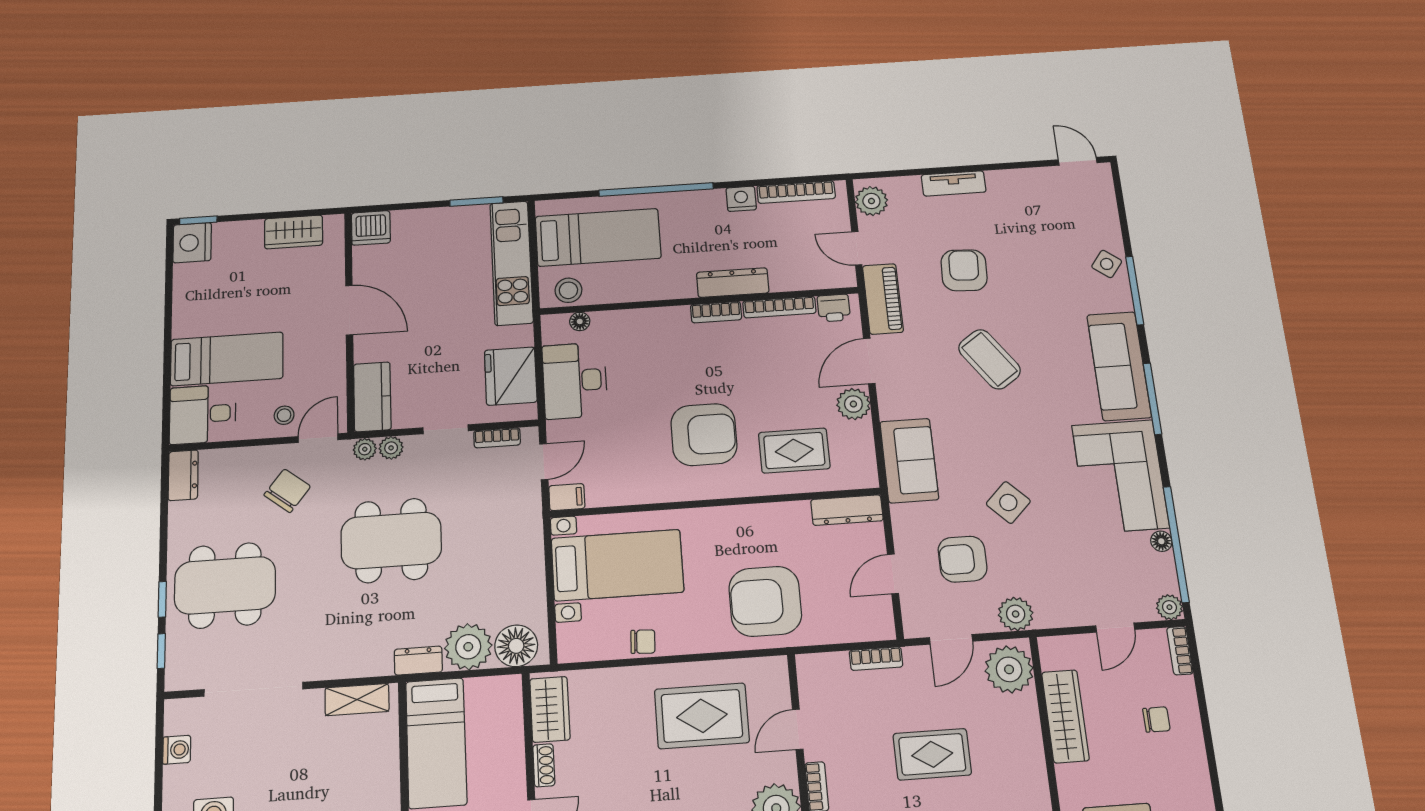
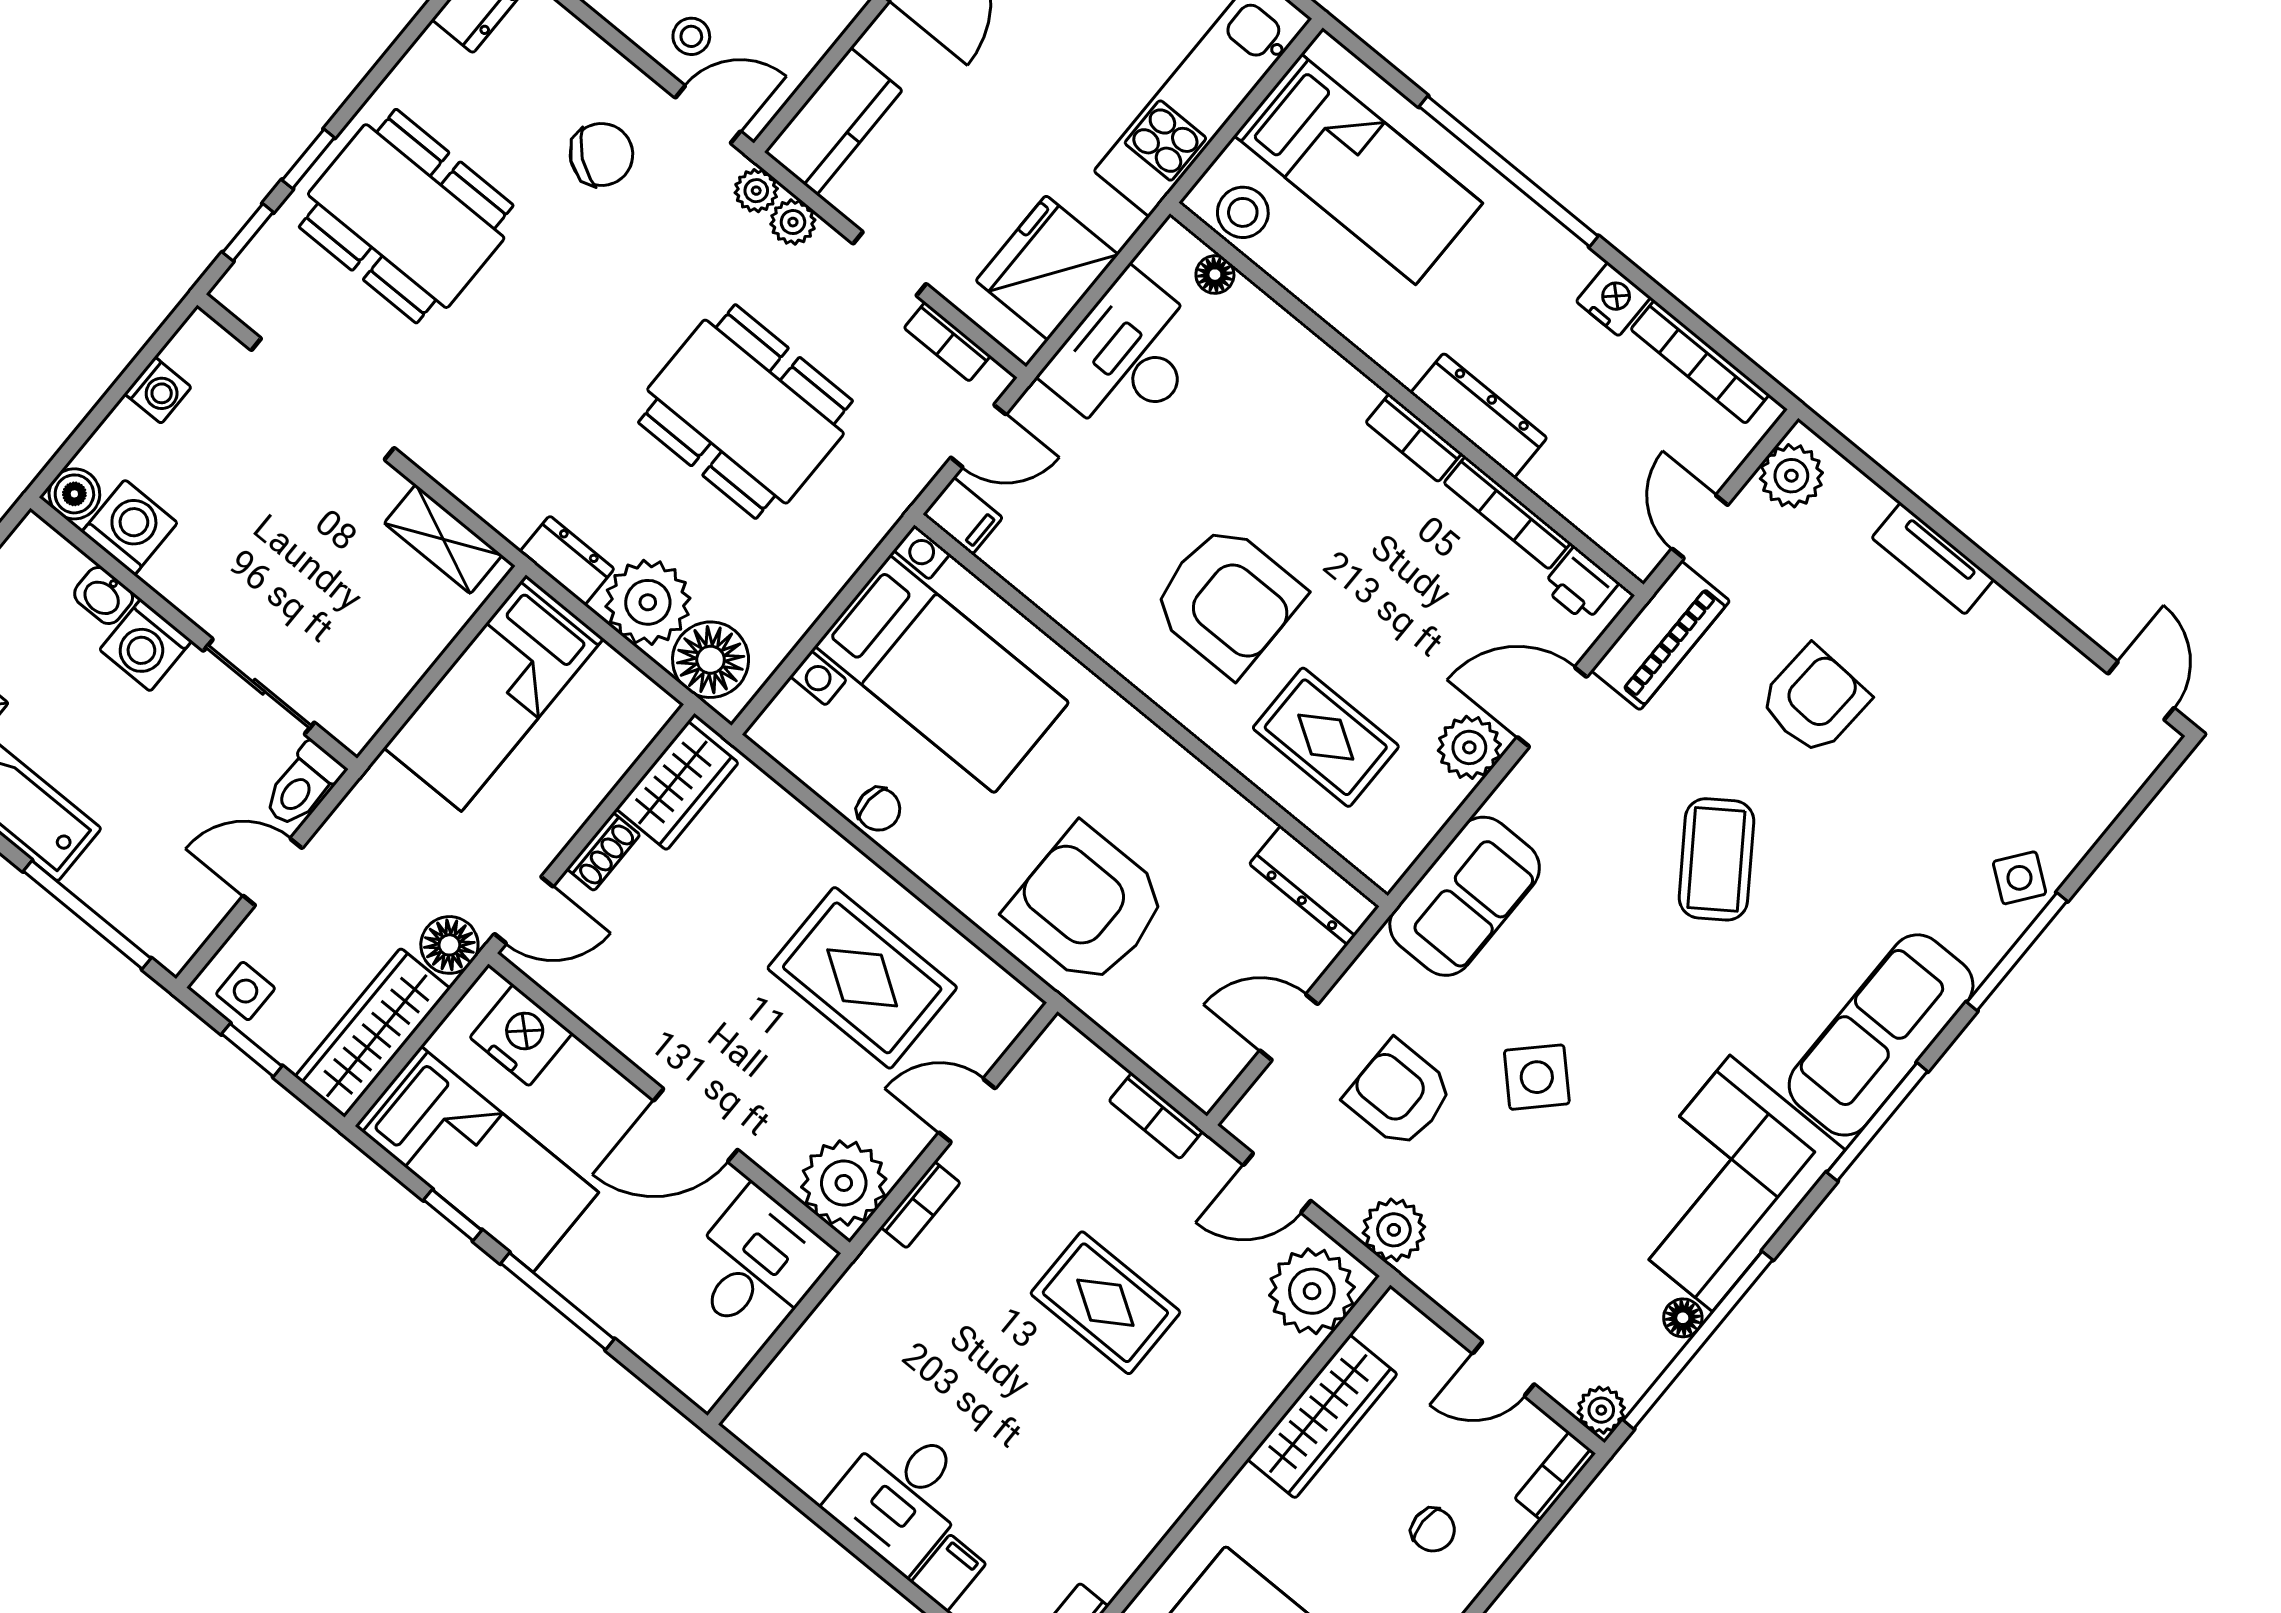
dining table: (391, 540) -> (746, 412), moved

